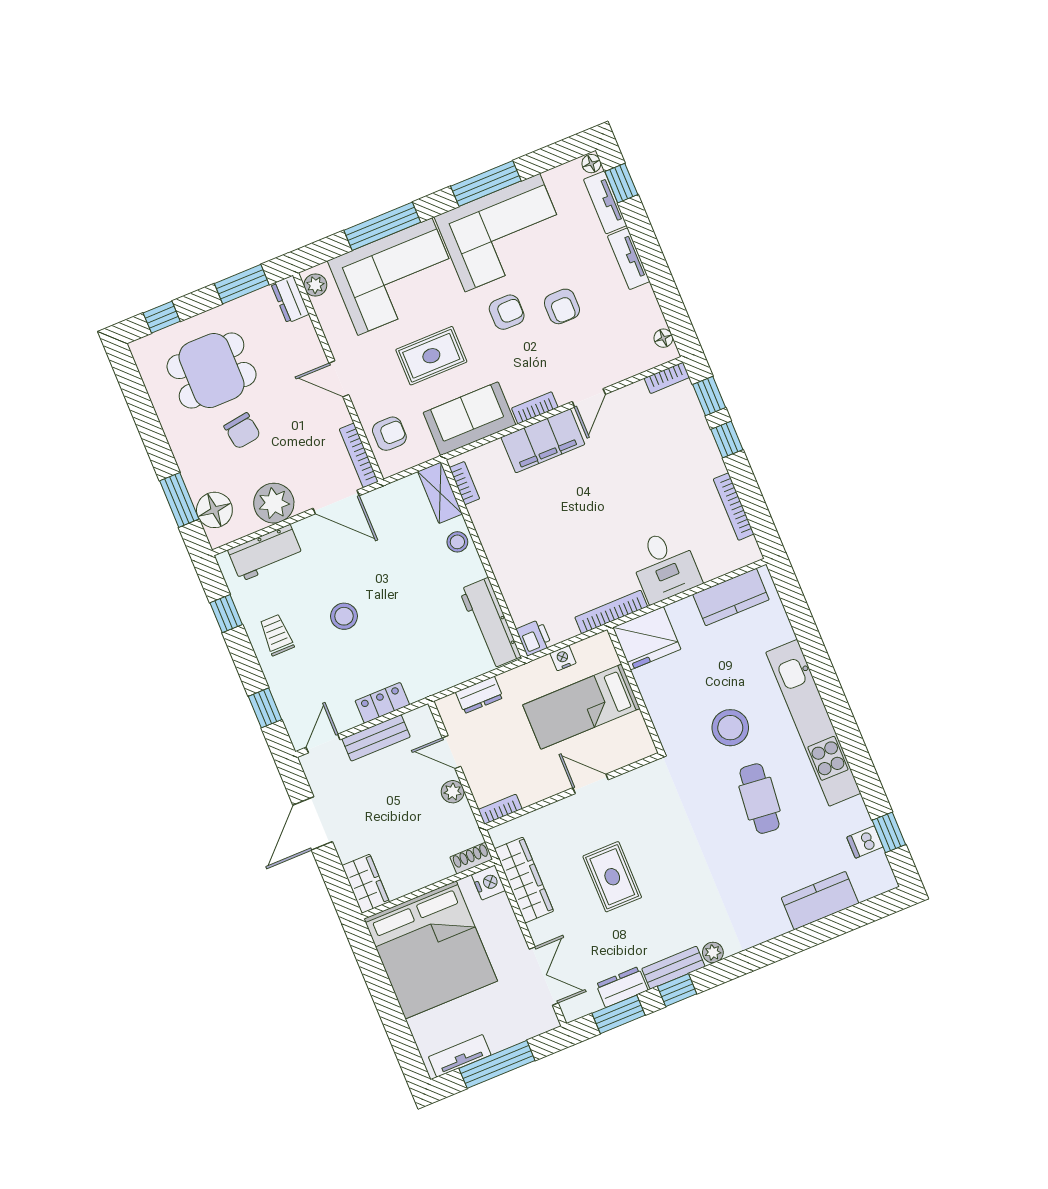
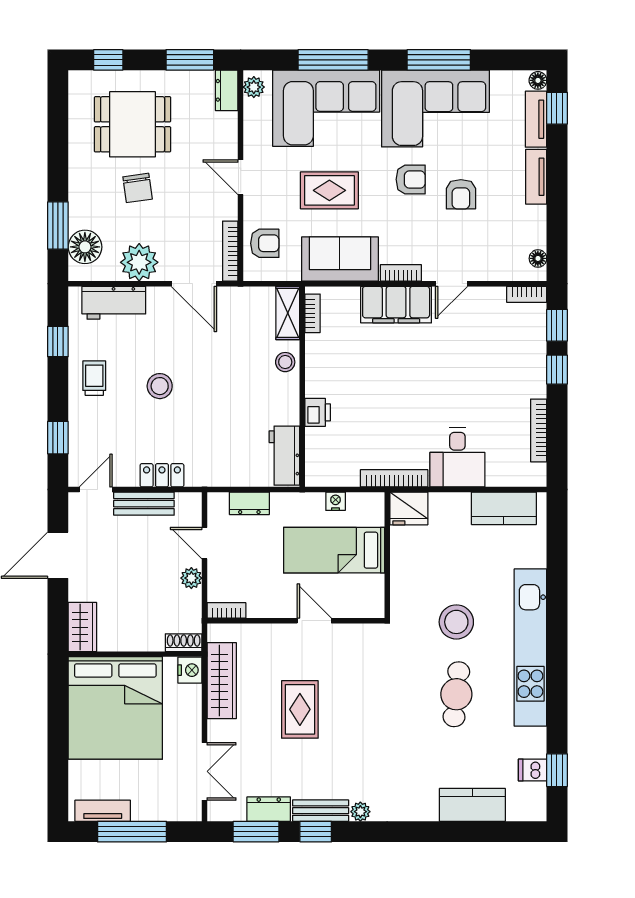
workbench: (490, 623) -> (284, 456), width x0.73
printer: (534, 637) -> (318, 412), moved
fridge: (647, 638) -> (409, 508), width x0.73, depth x0.75

